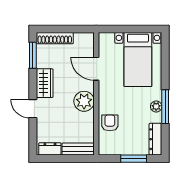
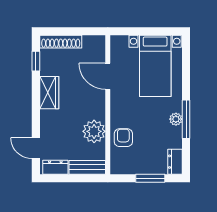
window: (33, 55) -> (36, 61), width x0.67
plant: (84, 101) -> (94, 131), moved
door: (33, 109) -> (36, 148), moved
dresser: (155, 139) -> (175, 162), width x0.70

